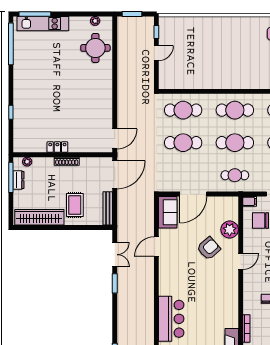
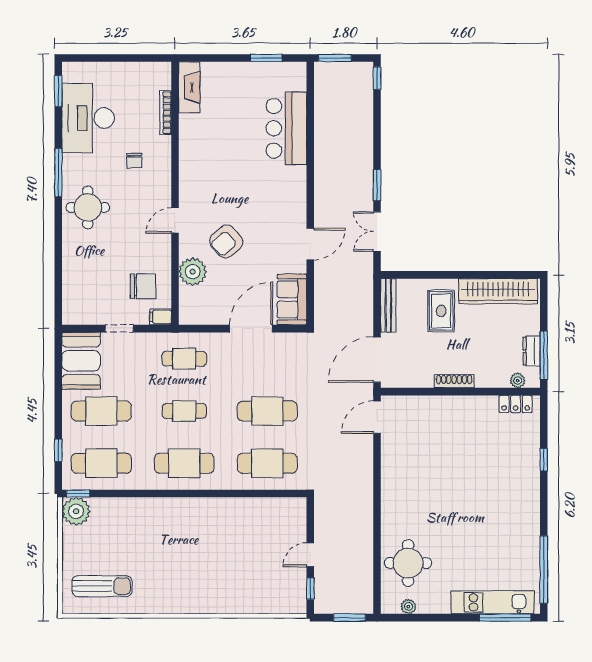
cafe table: (235, 143) -> (184, 411), width x0.73, depth x0.74
locker: (57, 147) -> (516, 404), moved

